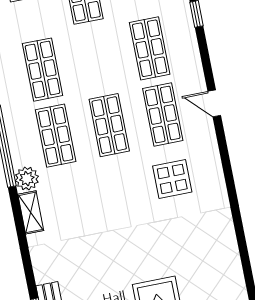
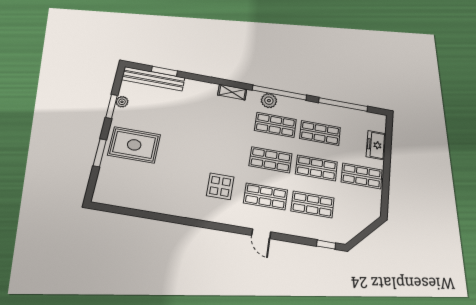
shop shelf: (96, 59) -> (316, 168), added
door: (214, 103) -> (261, 234), swing flipped
plant: (27, 179) -> (269, 101), moved

